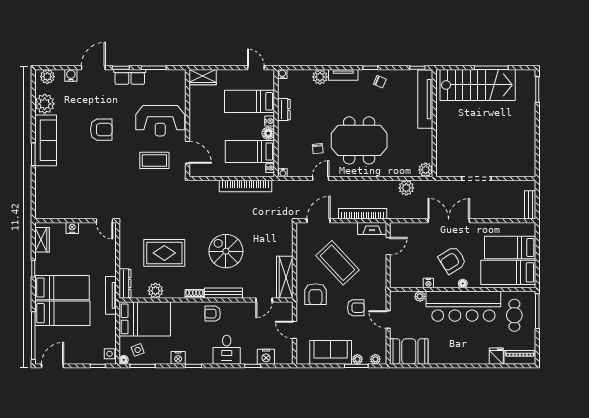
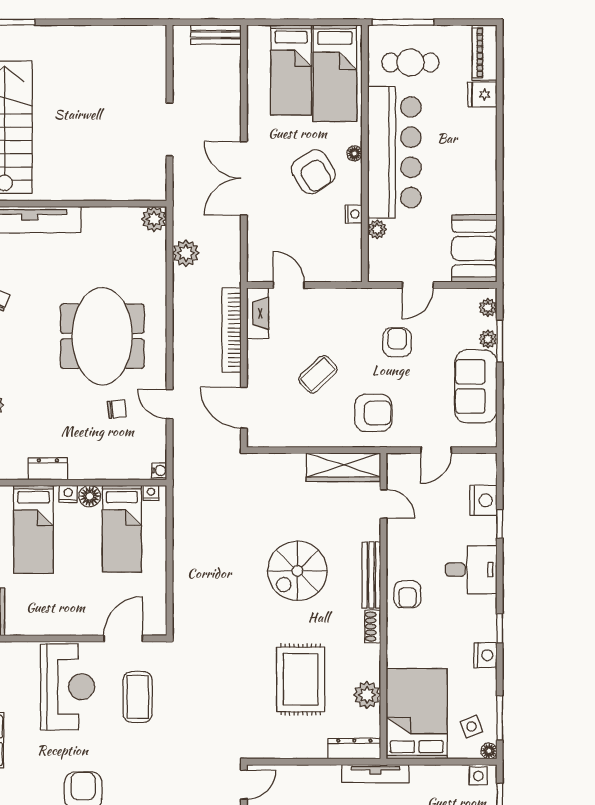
bookcase: (246, 186) -> (183, 536), removed
coffee table: (337, 263) -> (318, 374), width x0.54, depth x0.58

